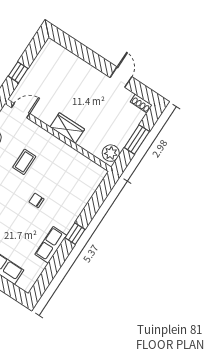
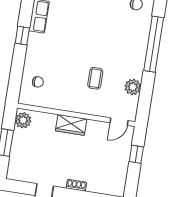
shoe rack: (141, 104) -> (76, 185), moved
chair: (37, 200) -> (38, 82), moved

